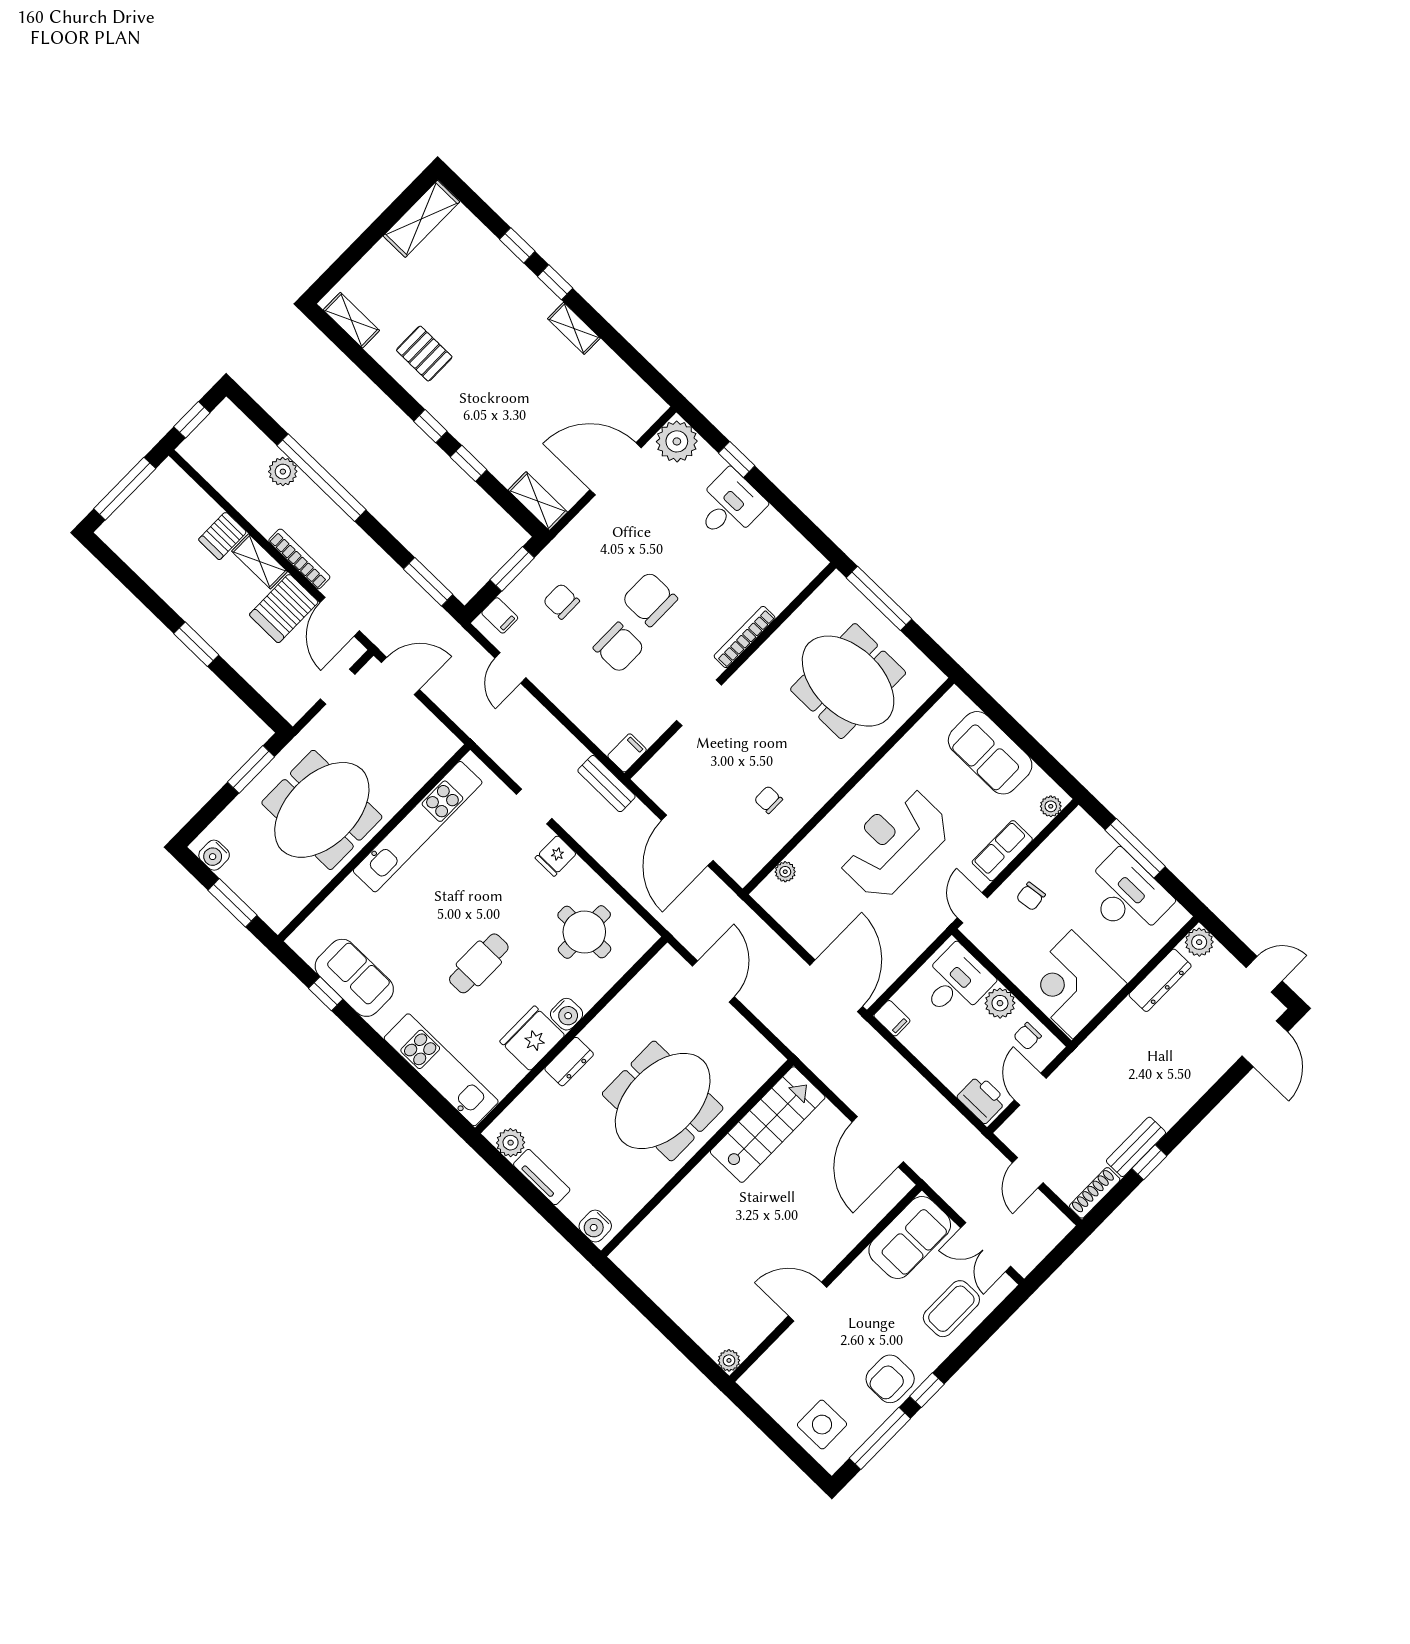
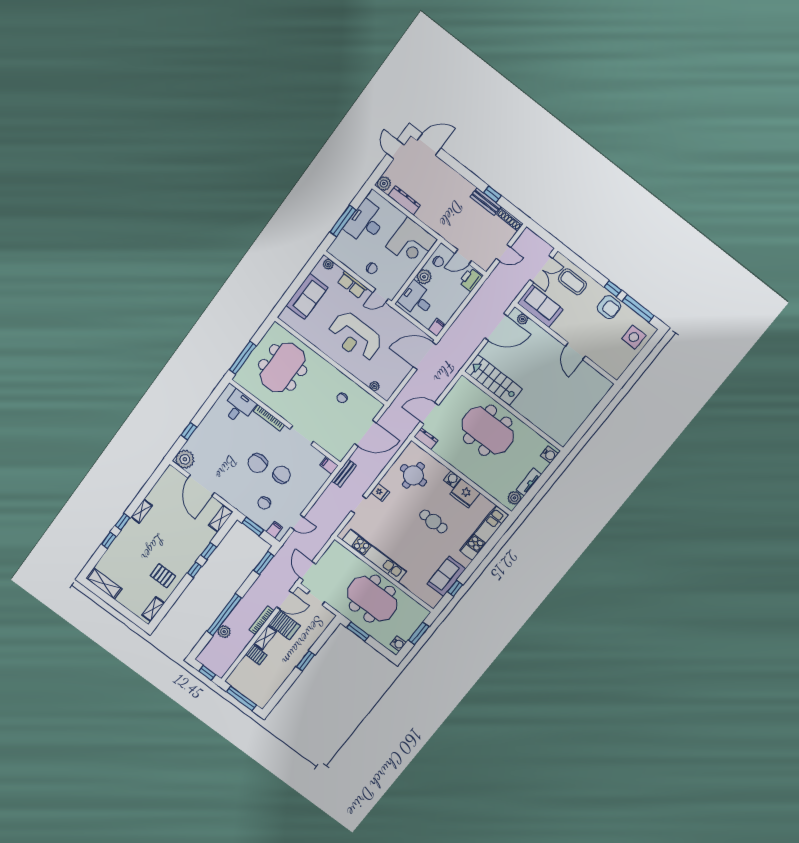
pallet: (424, 354) -> (163, 576), turned 90
desk: (729, 506) -> (239, 407), moved, turned 90
dresser: (569, 1062) -> (426, 439), moved
plant: (729, 1360) -> (522, 319), moved

